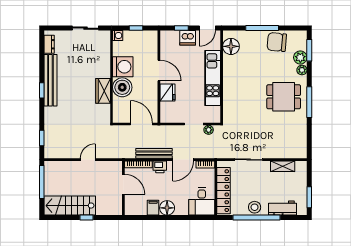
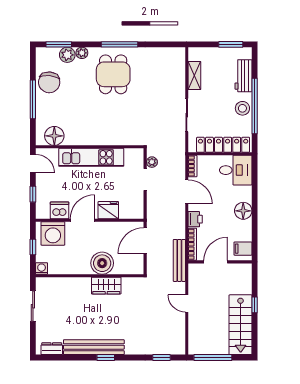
dishwasher: (188, 38) -> (60, 210), moved, turned -90
washing machine: (123, 67) -> (53, 233), moved, turned 180
bench: (154, 153) -> (179, 260), moved
filing cabinet: (153, 208) -> (243, 249), moved

